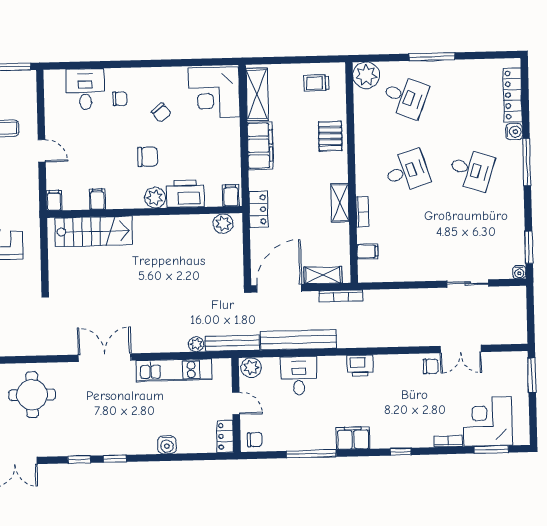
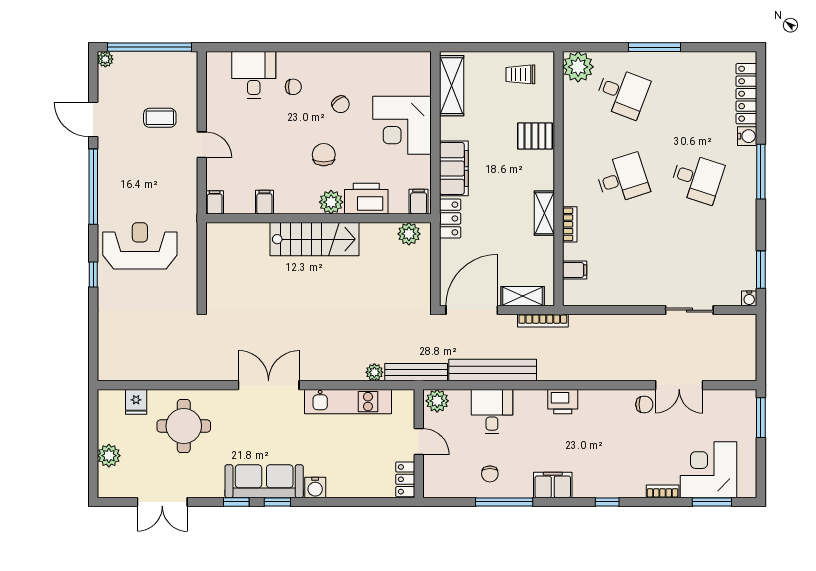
corner desk: (214, 93) -> (402, 125), moved
pallet: (330, 136) -> (535, 136), turned 90
filing cabinet: (260, 146) -> (454, 168), moved
chair: (148, 157) -> (324, 155), turned -90
stairs: (94, 231) -> (314, 239), moved
chair: (255, 440) -> (490, 474), moved, turned 90
sofa: (103, 441) -> (264, 481), added
water cooler: (167, 445) -> (315, 487), moved

